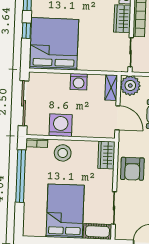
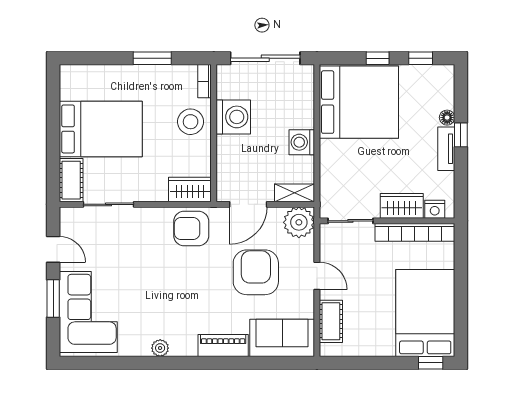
armchair: (132, 169) -> (191, 228), moved
window: (21, 176) -> (152, 58), width x0.47

